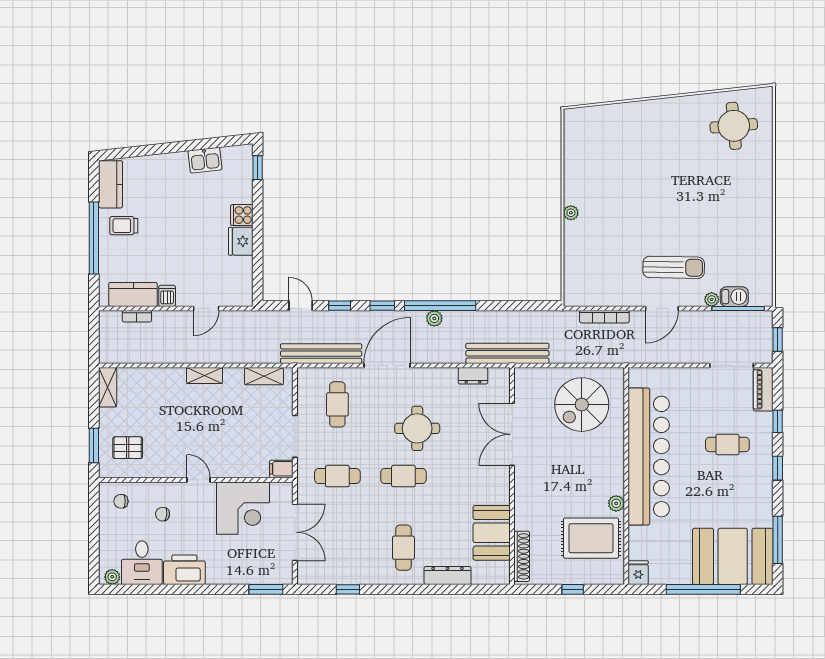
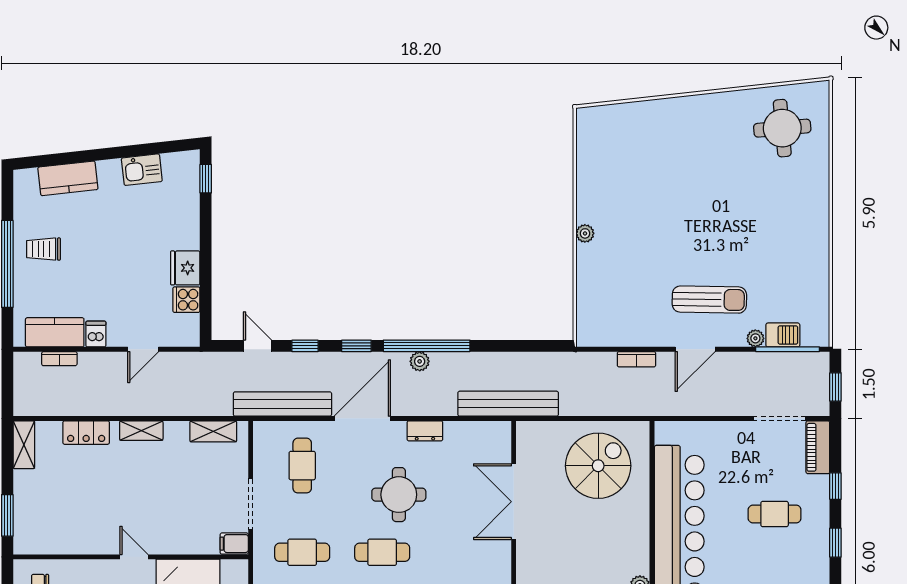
kitchen counter: (111, 184) -> (68, 178), moved, turned 84
cooker: (242, 215) -> (186, 300), moved
bookcase: (604, 317) -> (636, 359), width x0.64
dresser: (473, 376) -> (425, 431), moved
locker: (159, 377) -> (86, 433), added
spiral stairs: (582, 405) -> (598, 466), turned 180
pallet: (128, 448) -> (48, 518), removed

